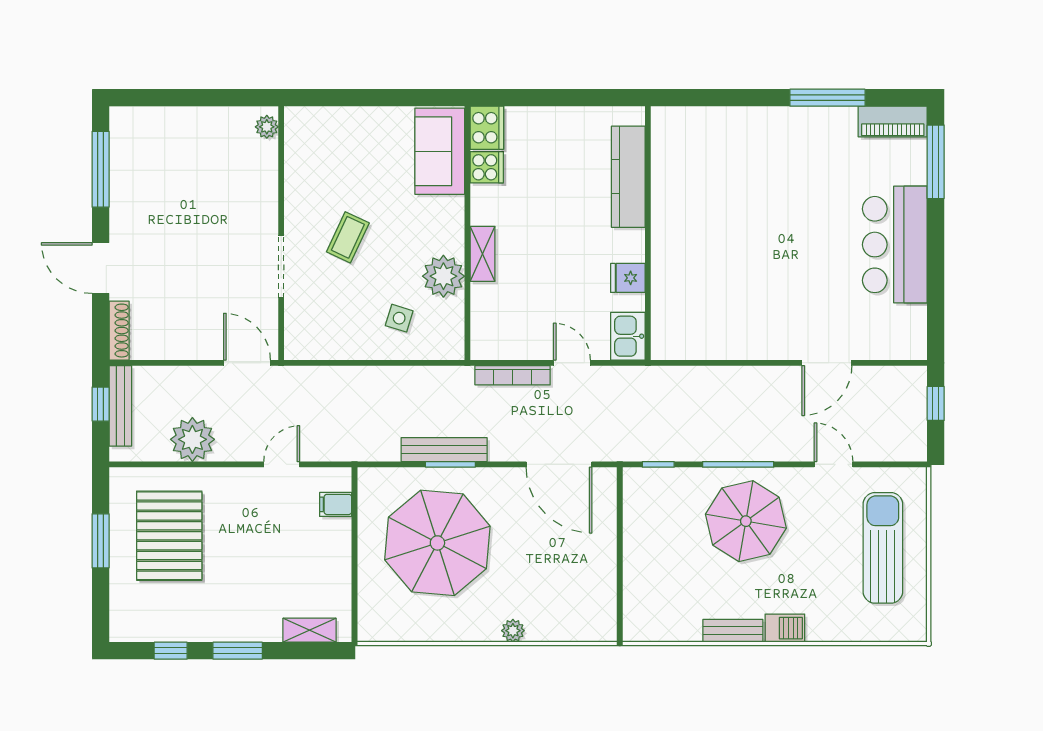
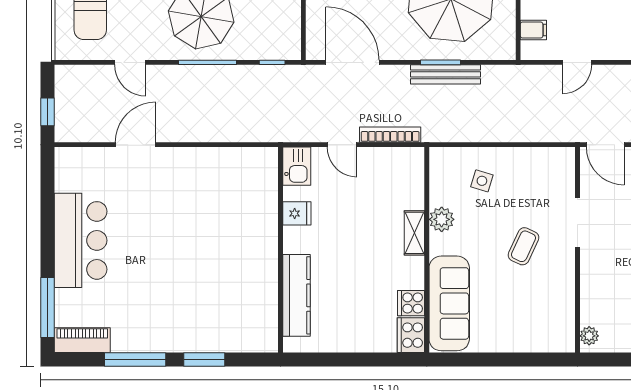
window: (742, 98) -> (204, 359), added
sofa: (440, 151) -> (449, 303), width x1.36
plant: (443, 276) -> (442, 219), width x0.73, depth x0.73

